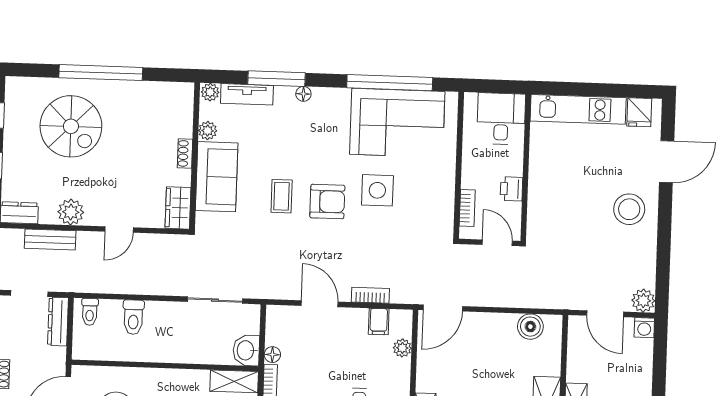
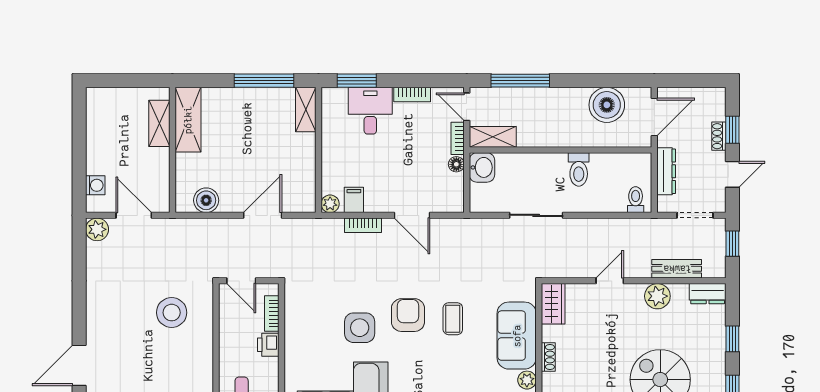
printer: (511, 189) -> (268, 345), moved, turned 180
armchair: (327, 202) -> (408, 315), turned 90
stool: (629, 209) -> (172, 313), moved
sliding door: (215, 300) -> (536, 215), moved
door: (443, 308) -> (263, 215), moved
toilet: (133, 317) -> (579, 169), moved, turned 180
dresser: (58, 322) -> (666, 171), moved
washing machine: (644, 328) -> (95, 185), moved, turned 90
plant: (402, 348) -> (330, 204), moved

